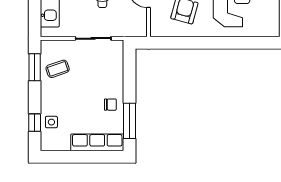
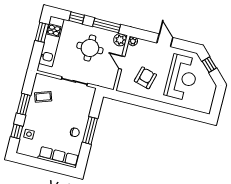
window: (35, 67) -> (24, 104), moved
window: (130, 121) -> (90, 130), moved

